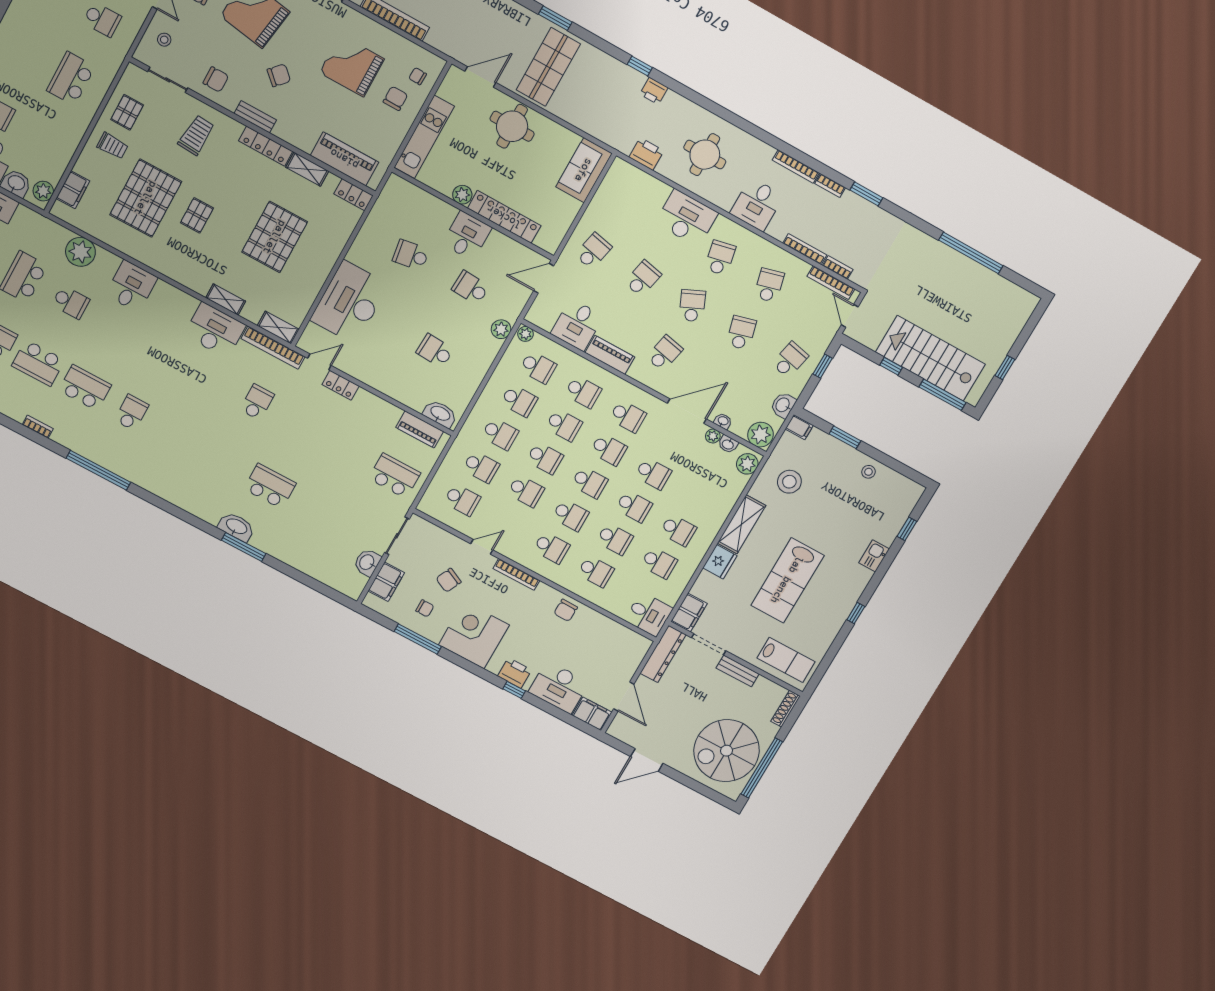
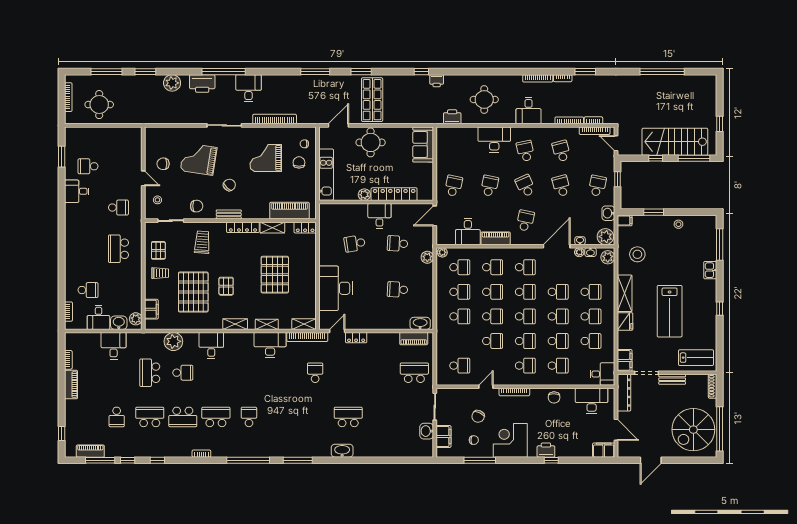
shelving: (181, 275) -> (235, 324), added
school desk: (481, 467) -> (591, 292), moved
window: (907, 529) -> (720, 245), width x2.17
window: (244, 547) -> (298, 460), moved
desk: (559, 687) -> (592, 401), moved, turned 180

